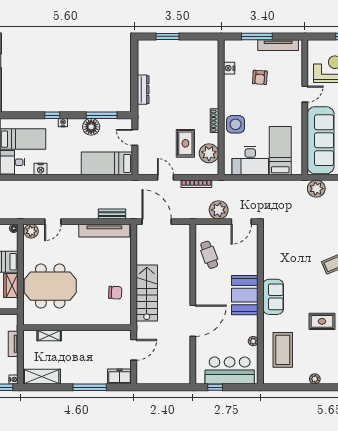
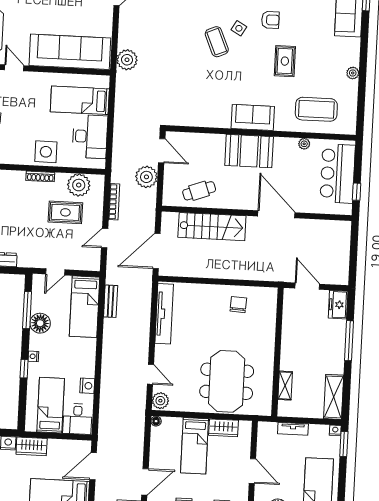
bench: (112, 214) -> (111, 301), moved
stairs: (147, 293) -> (212, 227), moved, turned 180

